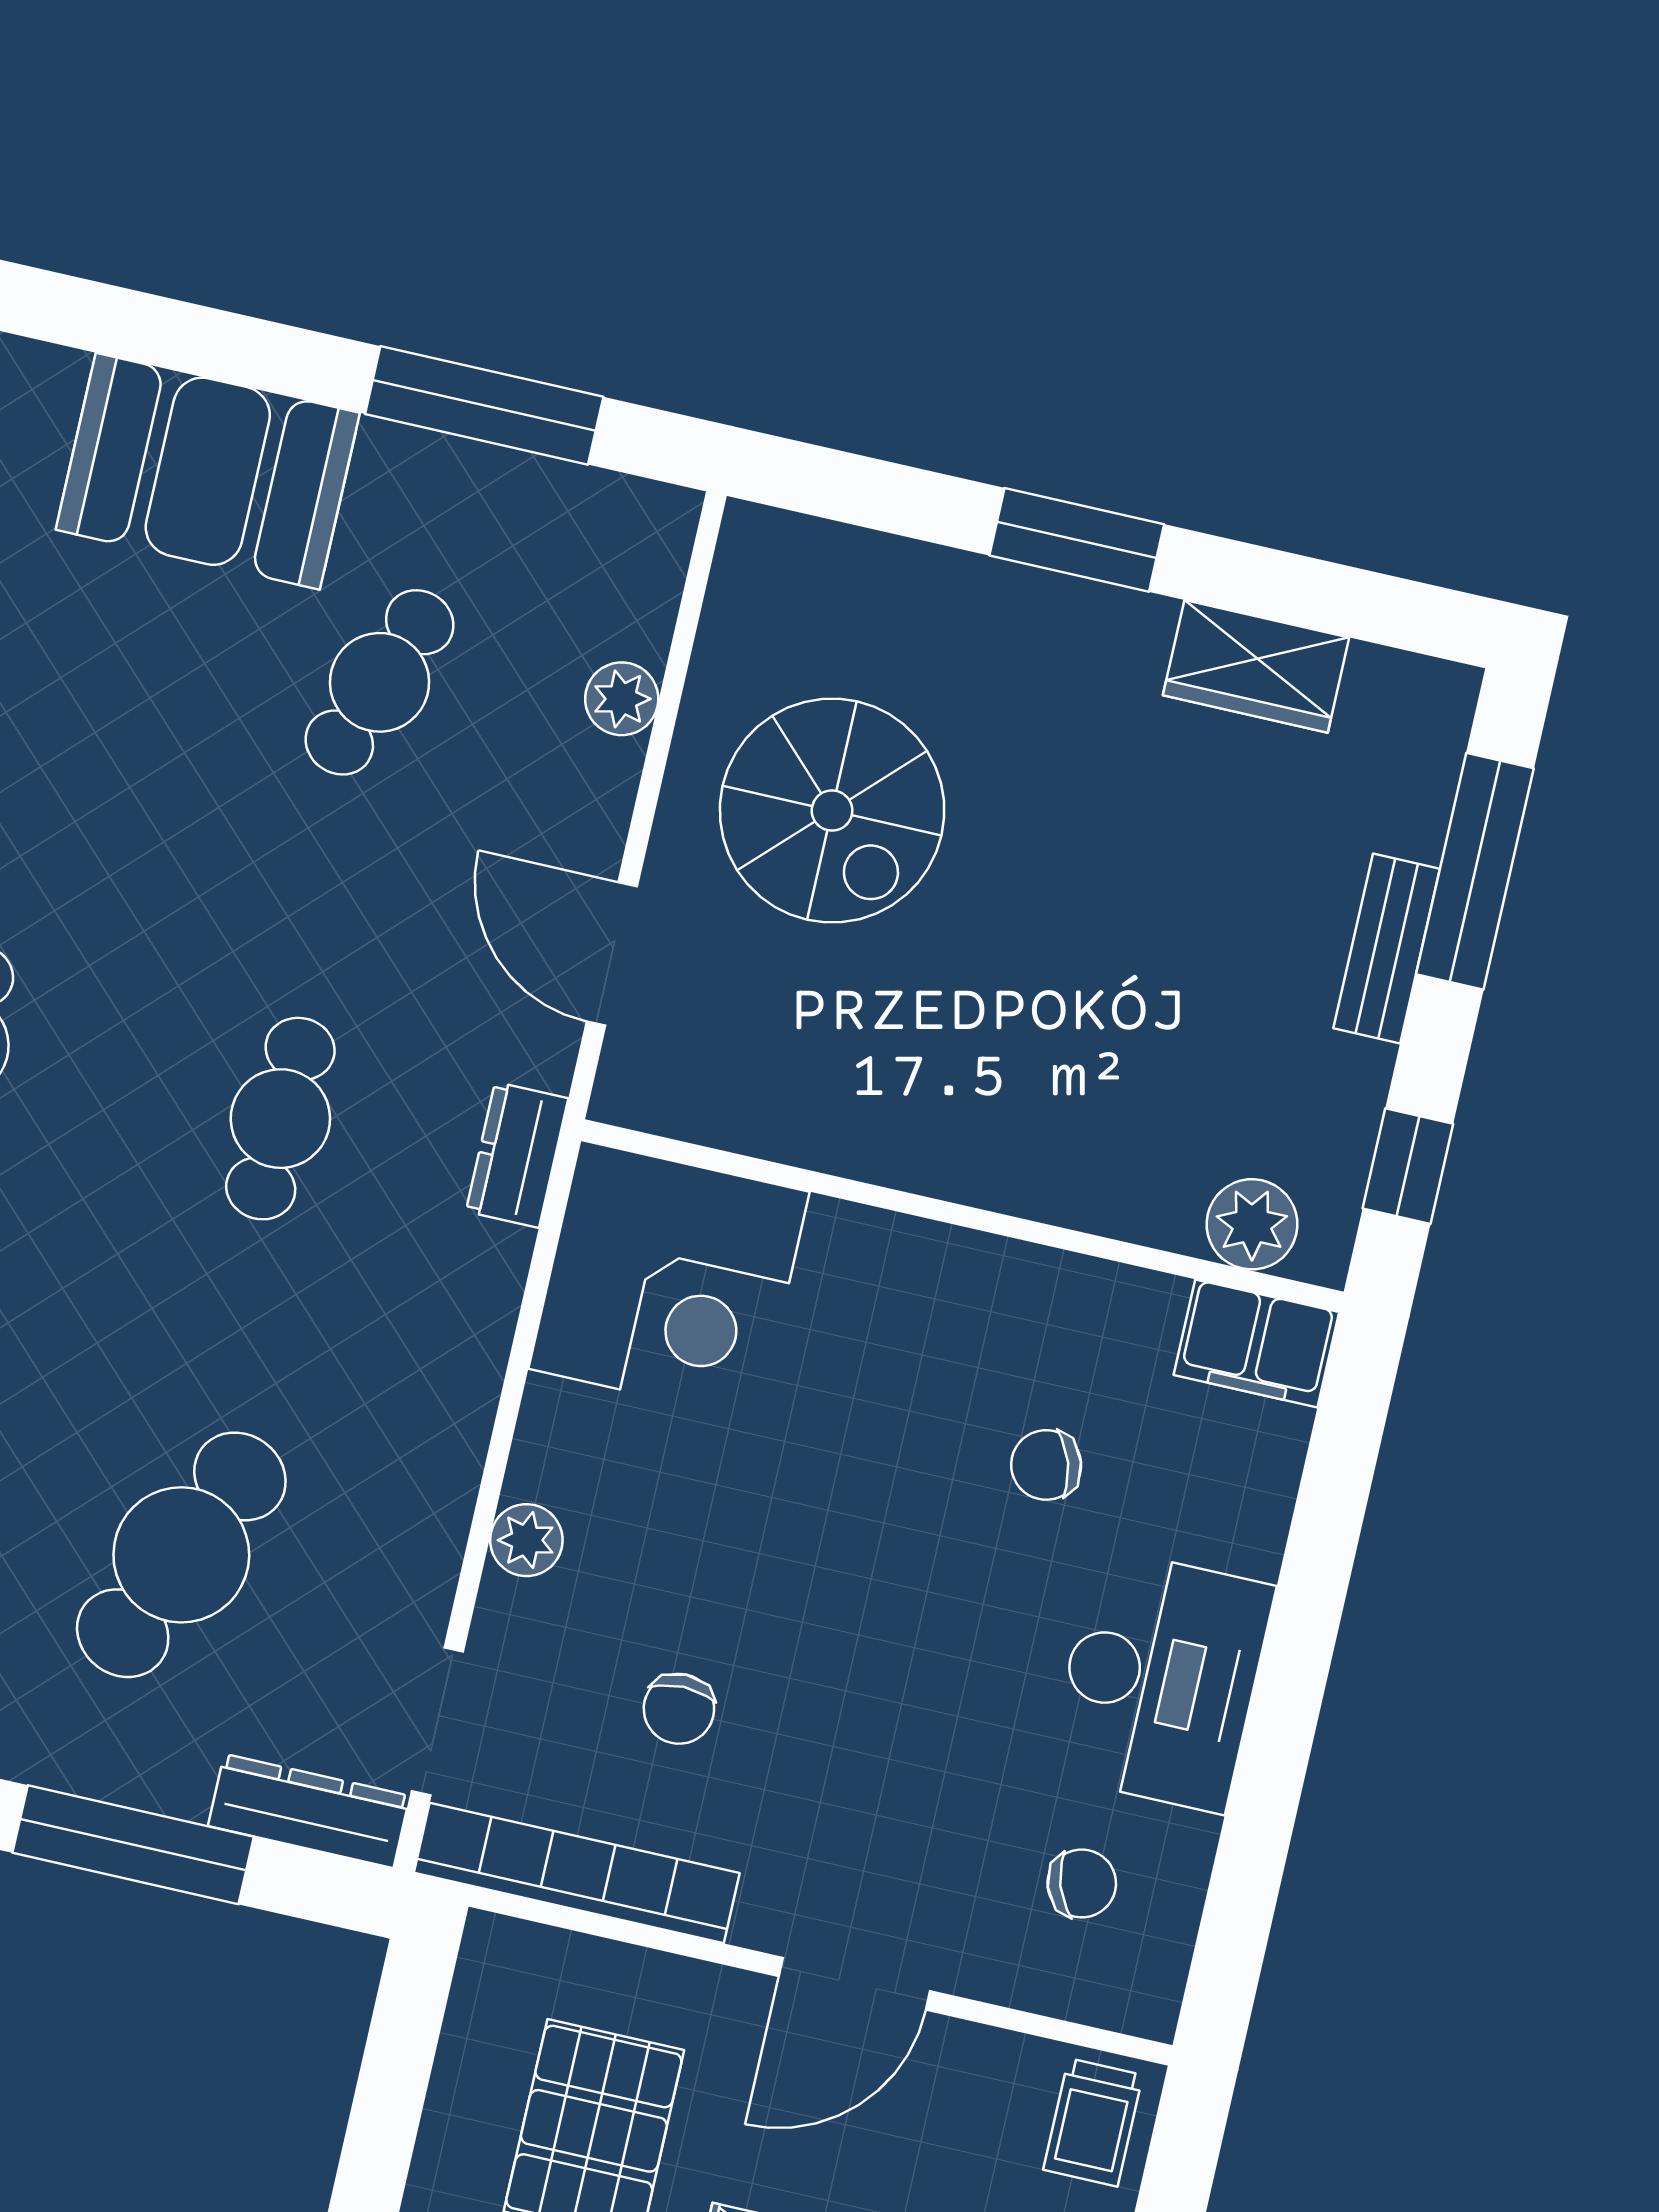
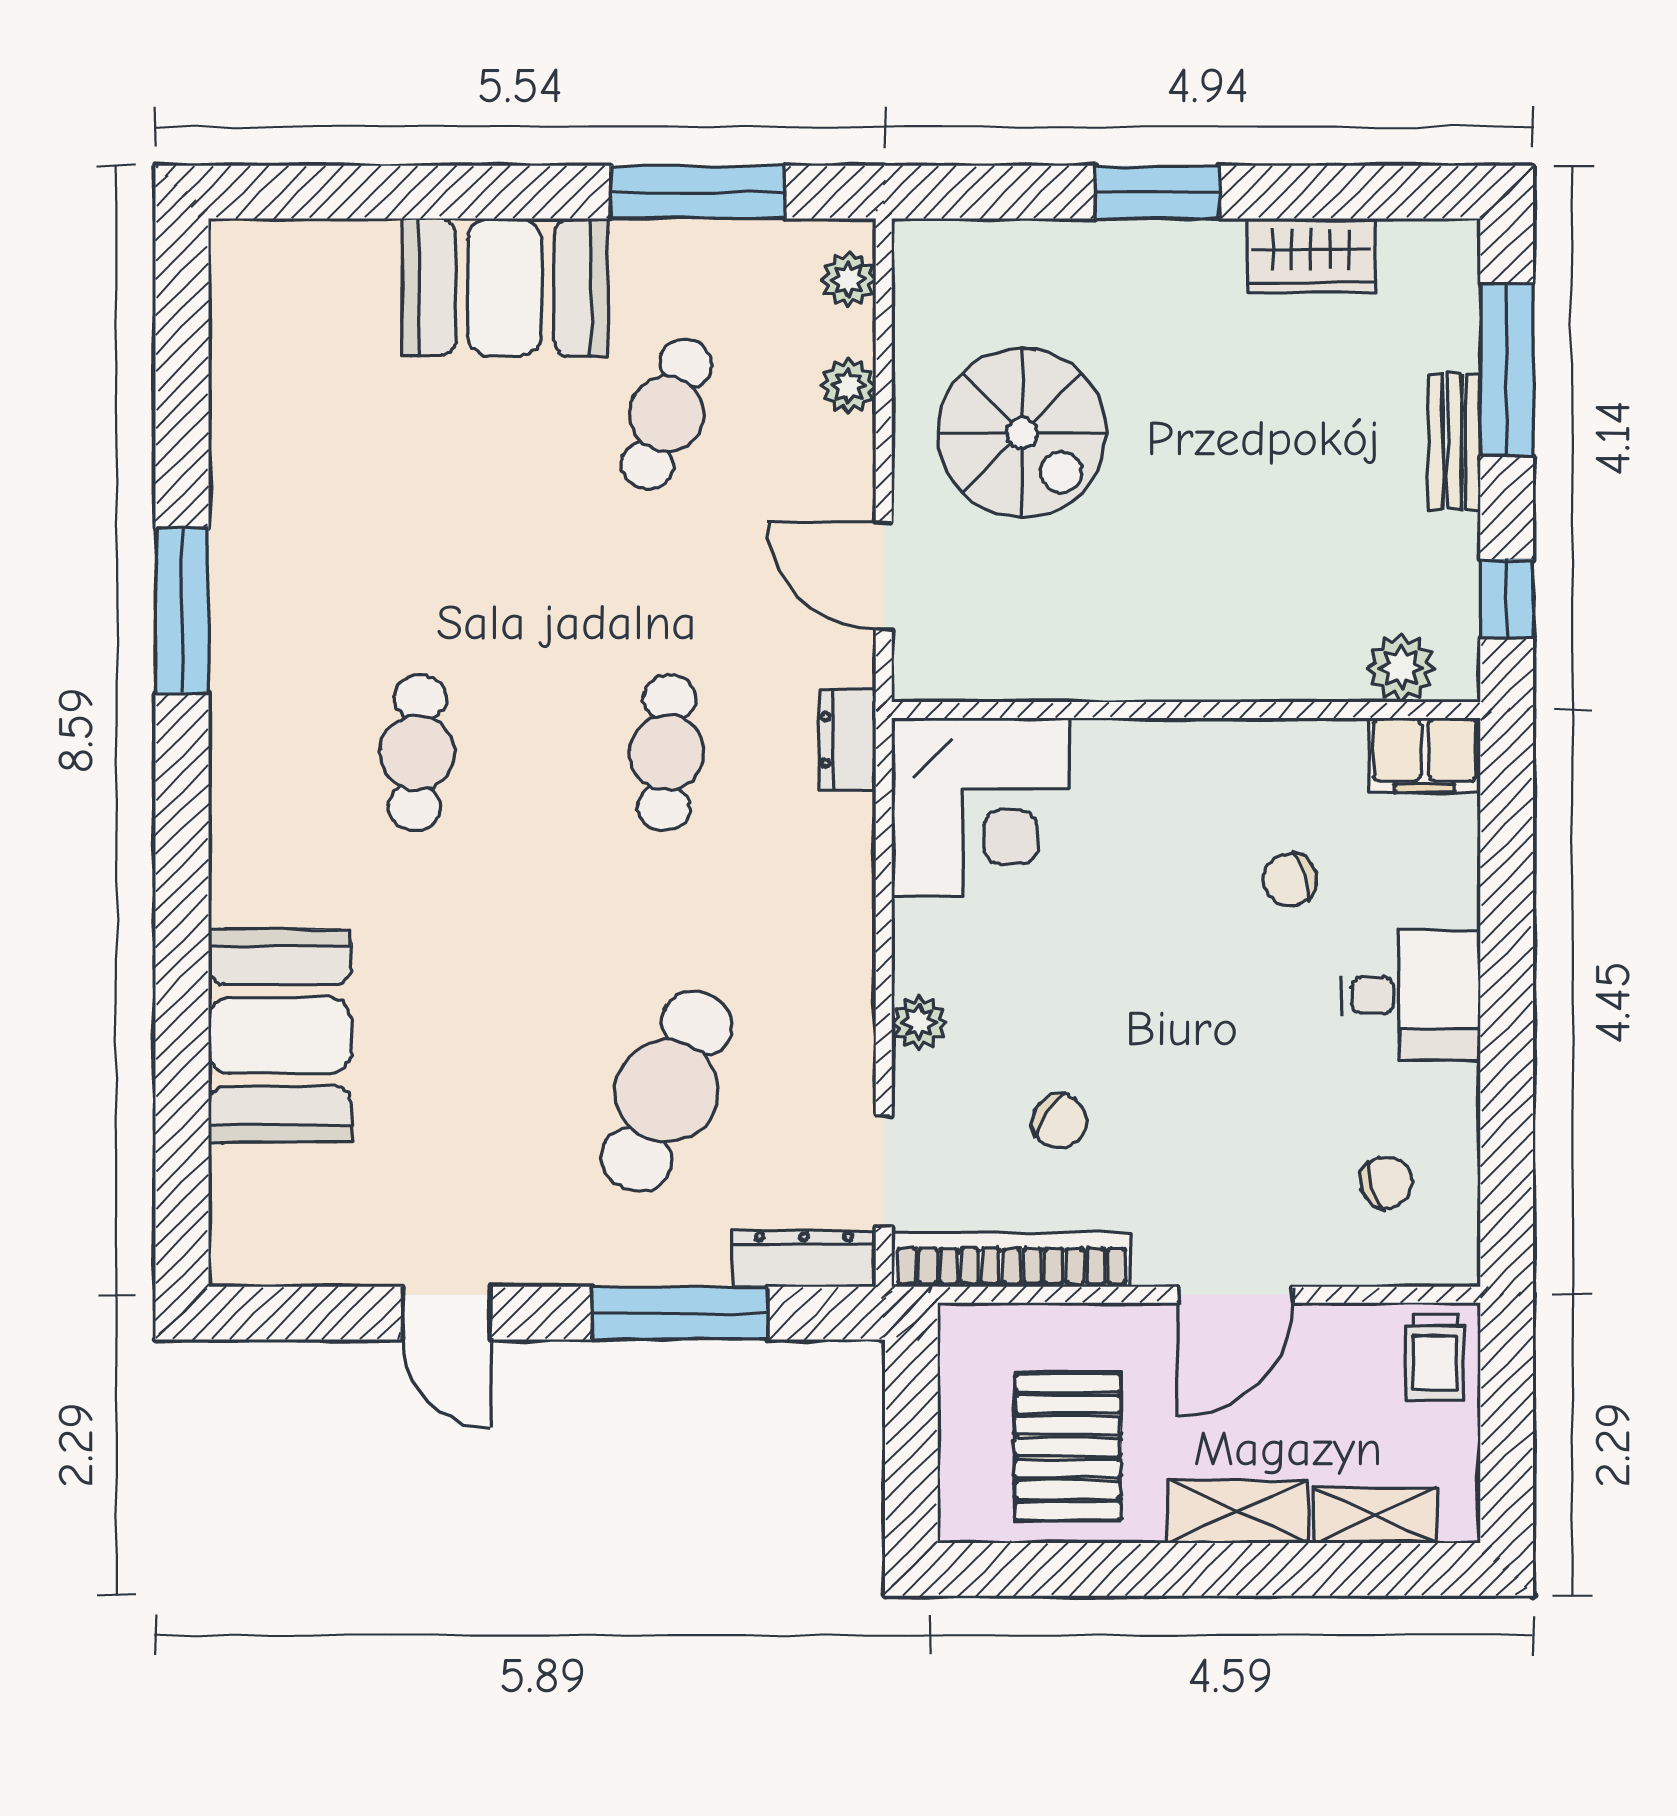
plant: (653, 562) -> (848, 279), added
desk: (1161, 1680) -> (1410, 995), width x0.73
chair: (679, 1709) -> (1060, 1121), turned -58

